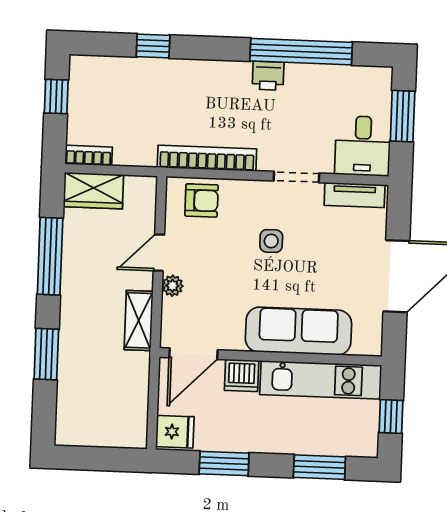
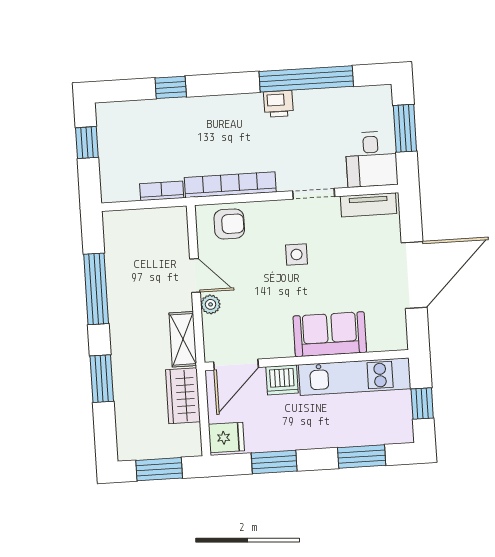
bookcase: (89, 155) -> (162, 191), moved
wardrobe: (93, 191) -> (183, 396), moved, turned 90
door: (159, 253) -> (195, 276), swing flipped
sofa: (298, 331) -> (330, 334), width x0.73
window: (98, 459) -> (159, 469), added

